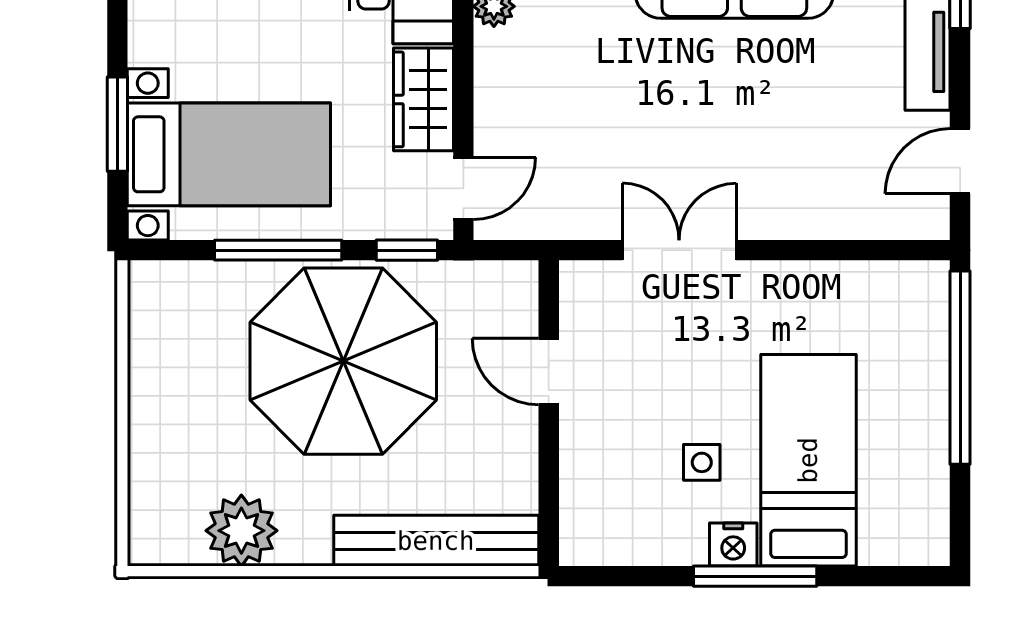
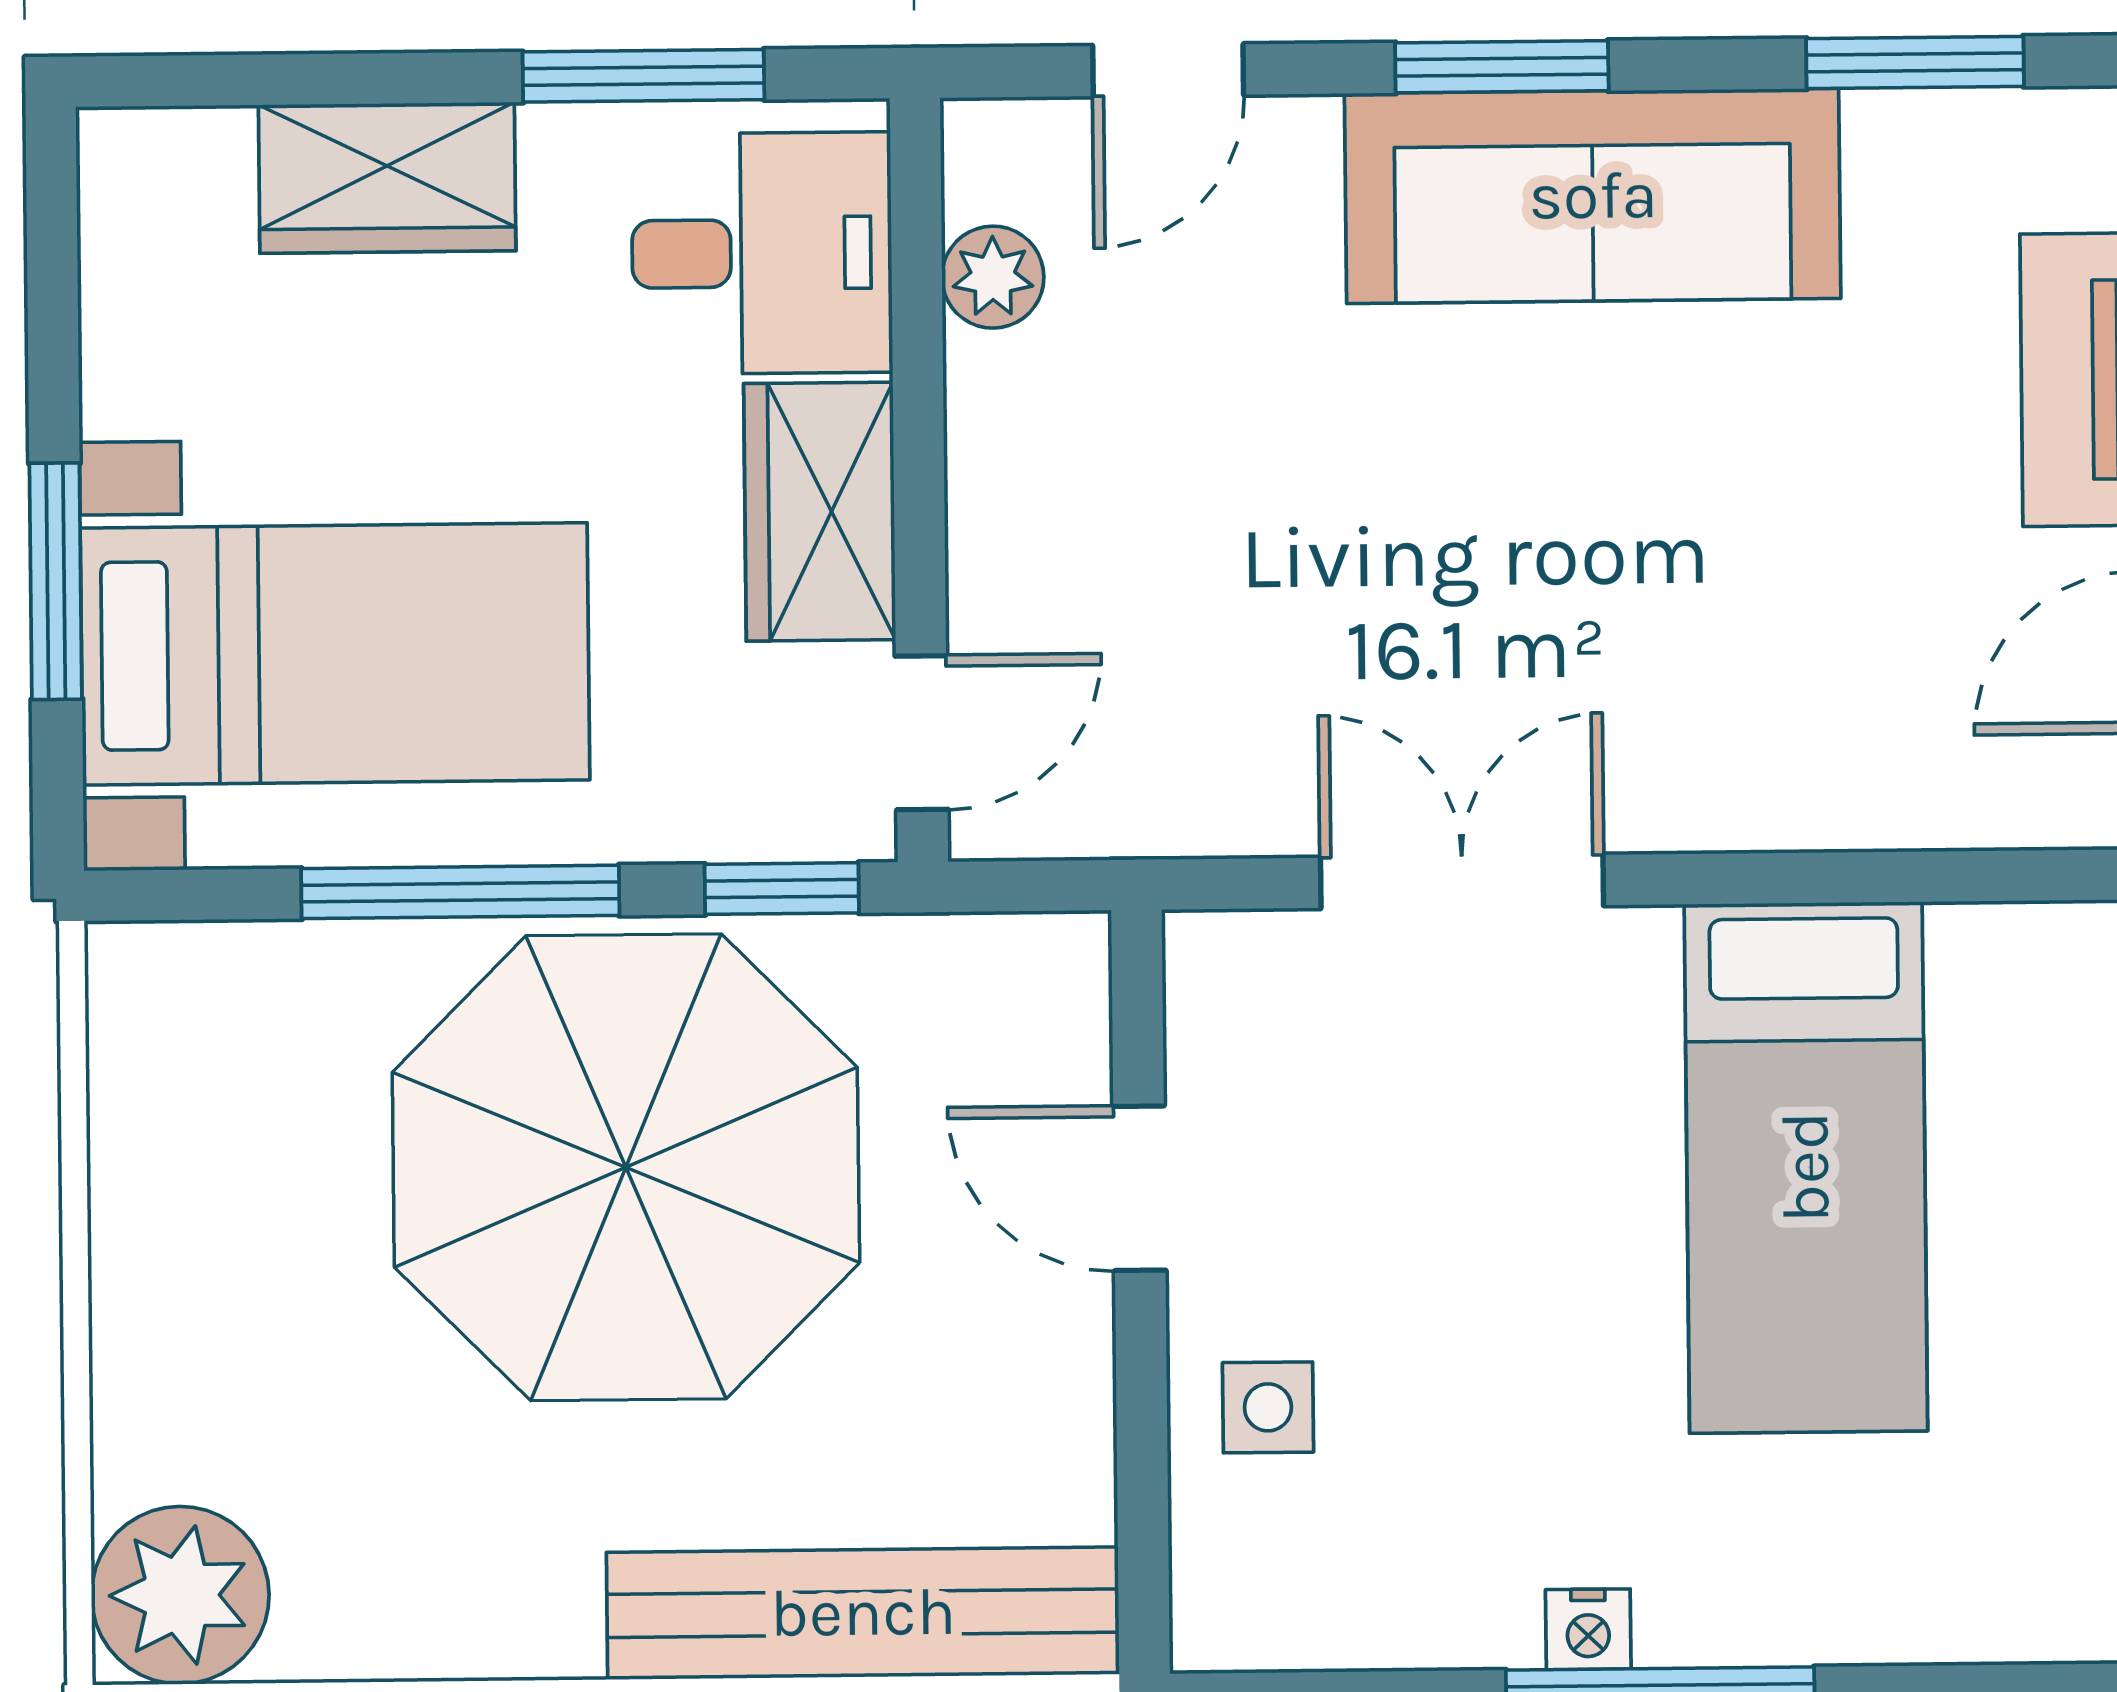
bed: (808, 460) -> (1806, 1167), moved, turned 180
side table: (702, 462) -> (1268, 1407), moved
plant: (241, 531) -> (180, 1595), moved
nightstand: (733, 544) -> (1588, 1629), width x0.72, depth x0.74

